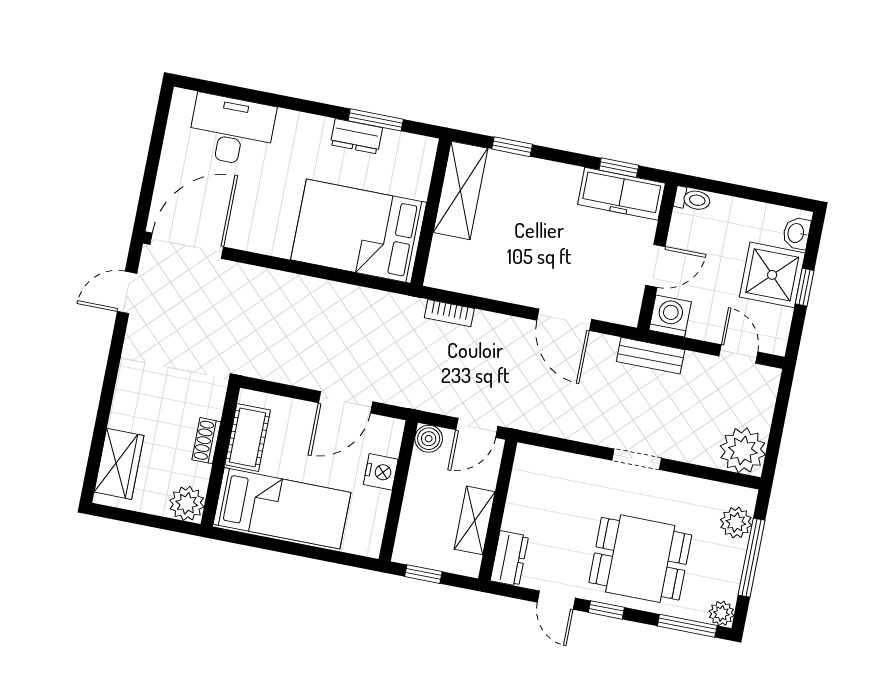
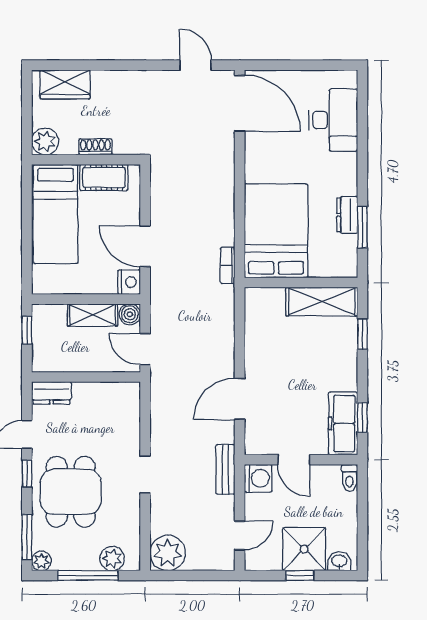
bookcase: (449, 313) -> (228, 265), moved
nightstand: (381, 472) -> (129, 282), moved, turned -90
shelving: (475, 520) -> (93, 315), moved

